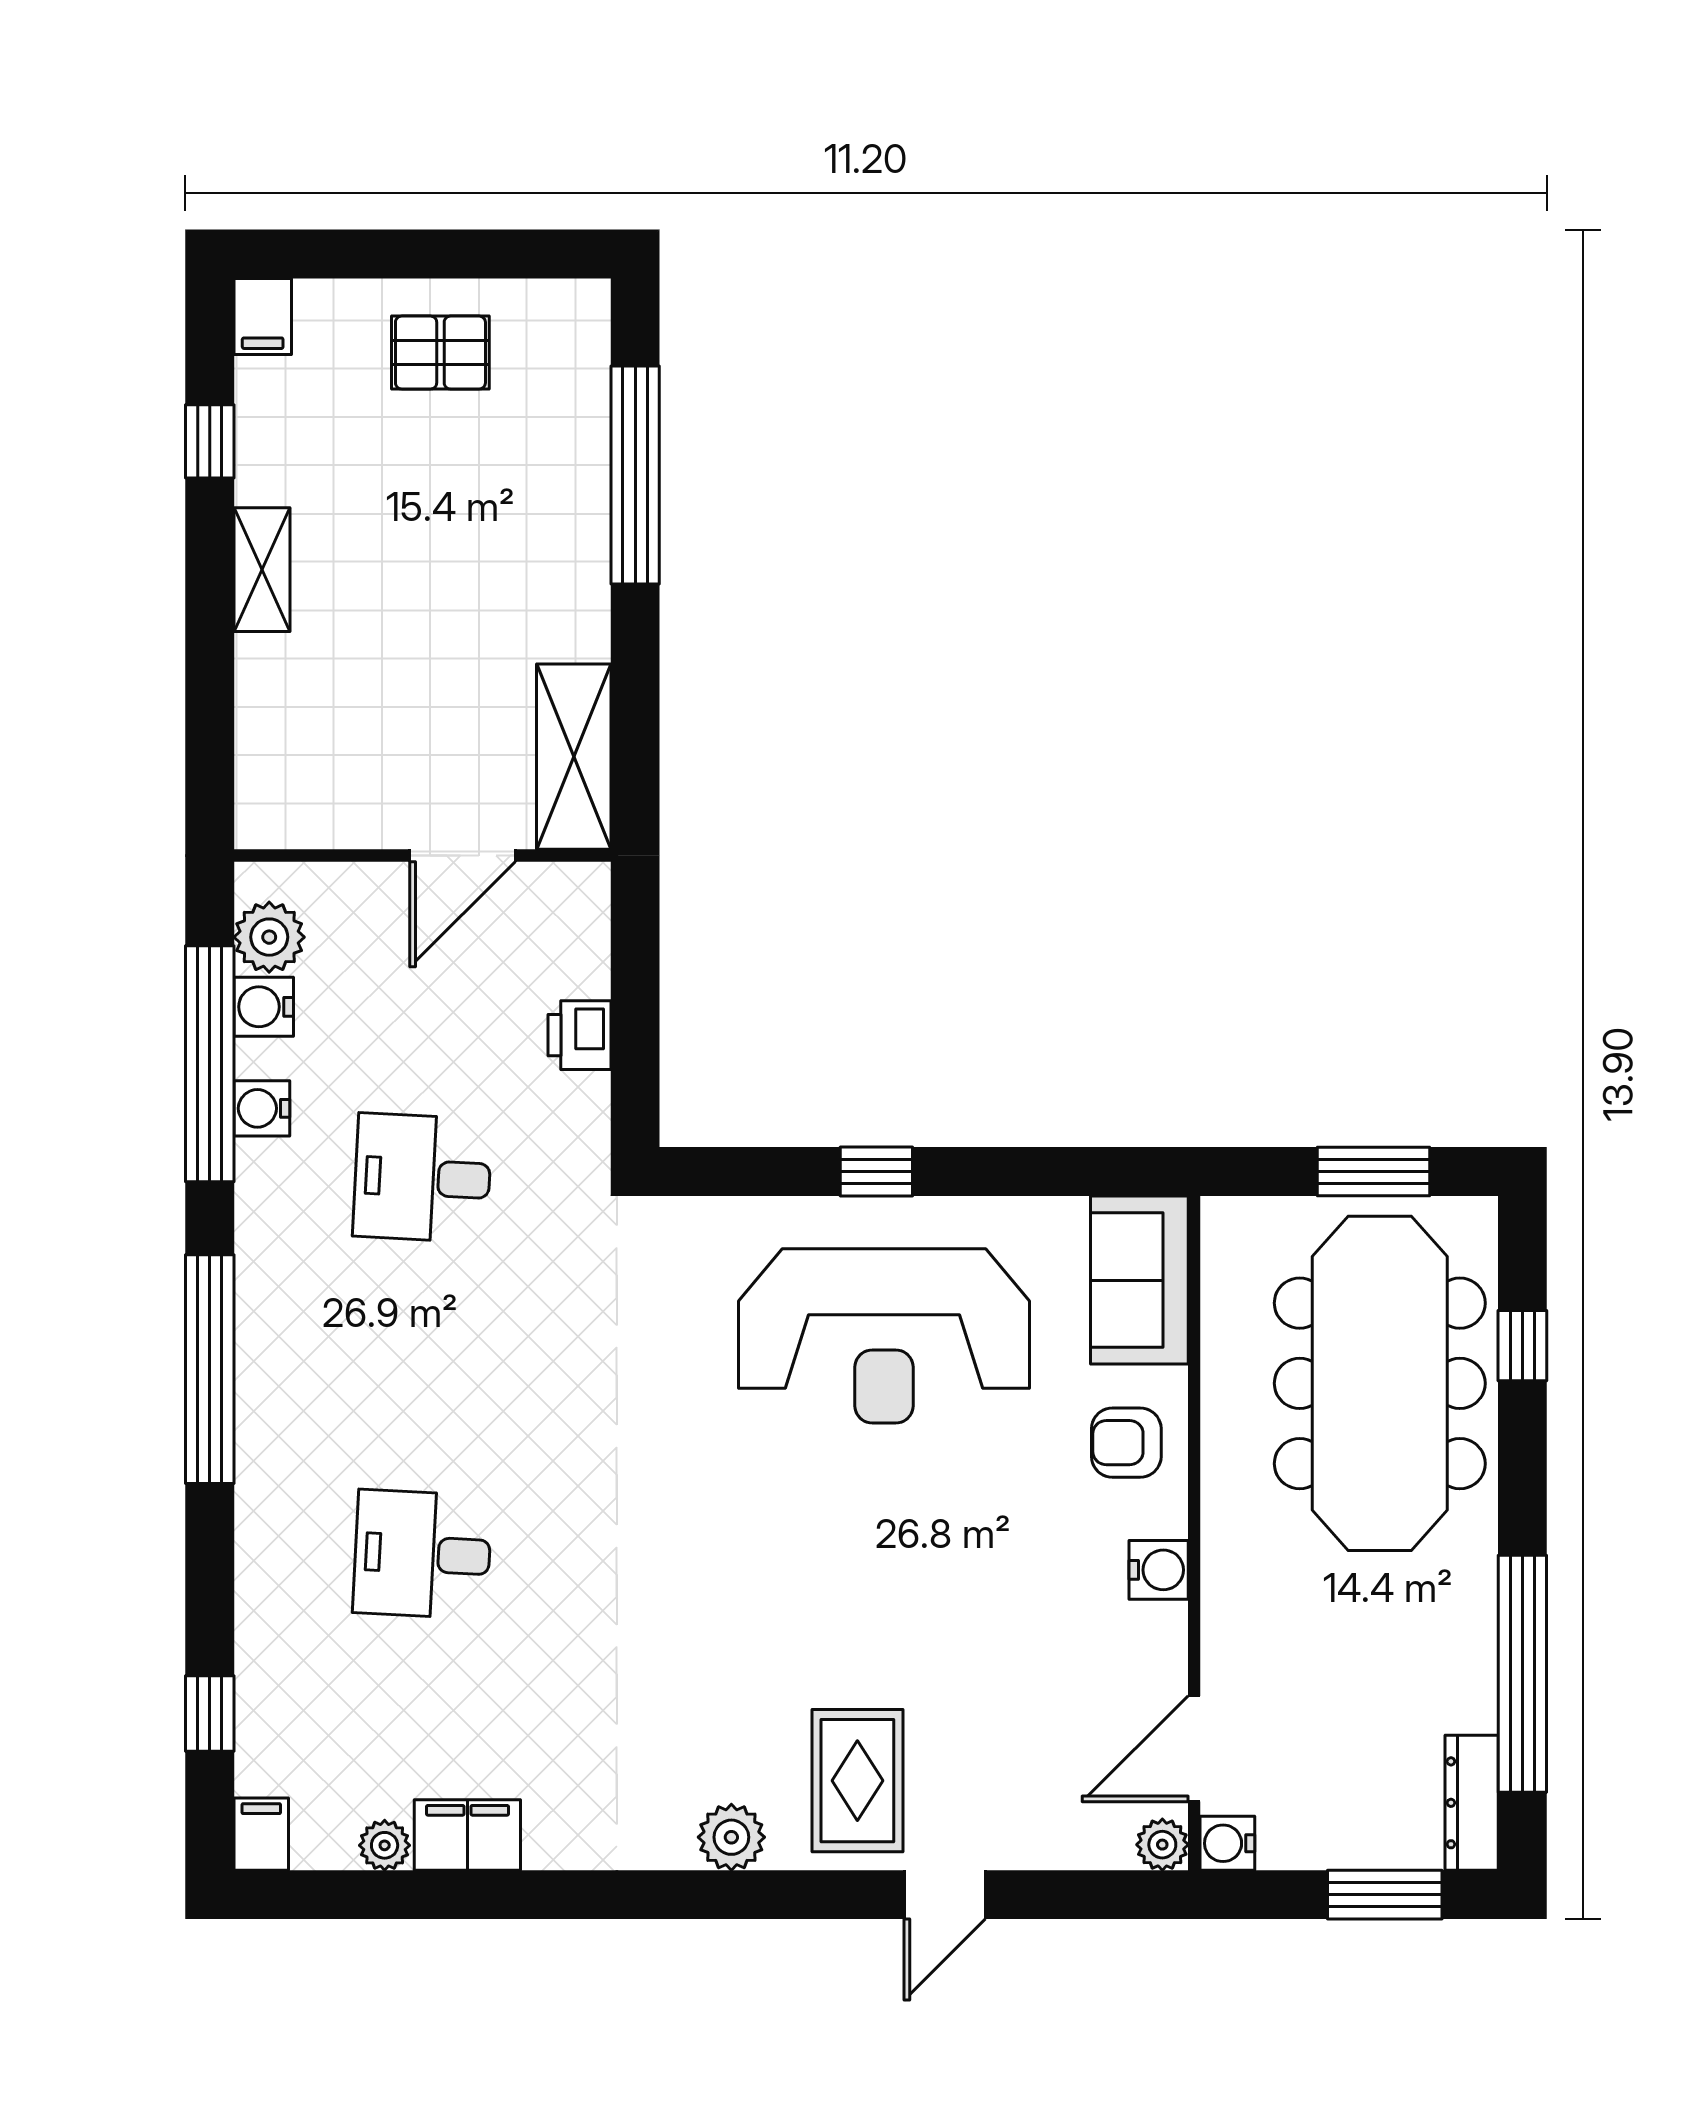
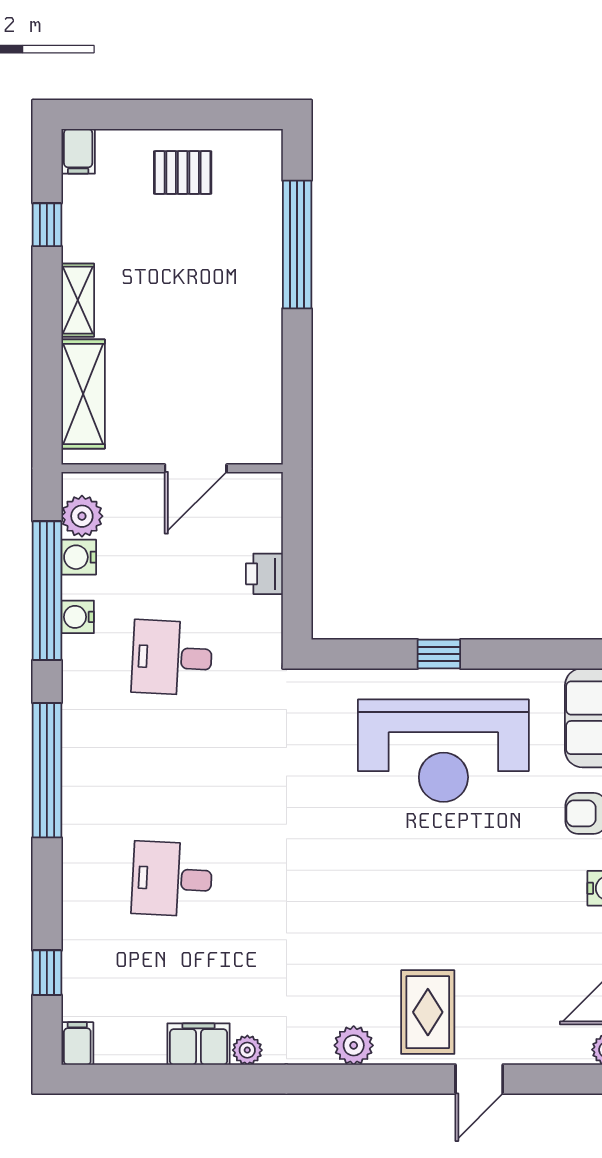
shelving: (574, 757) -> (83, 394), moved
plant: (385, 1845) -> (247, 1050), moved

